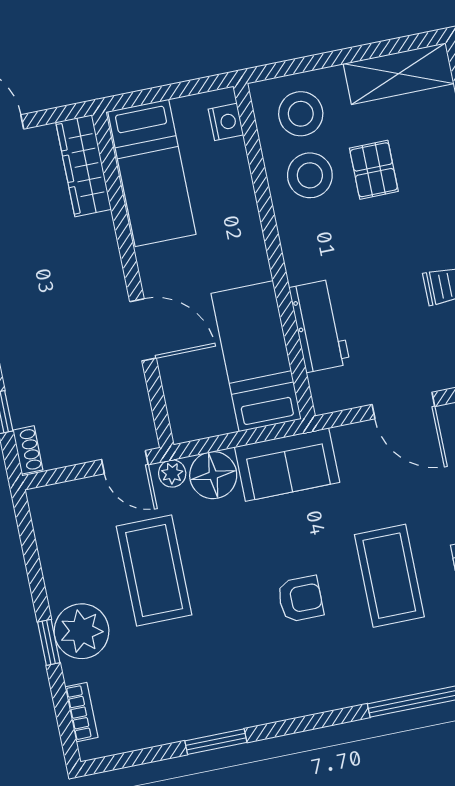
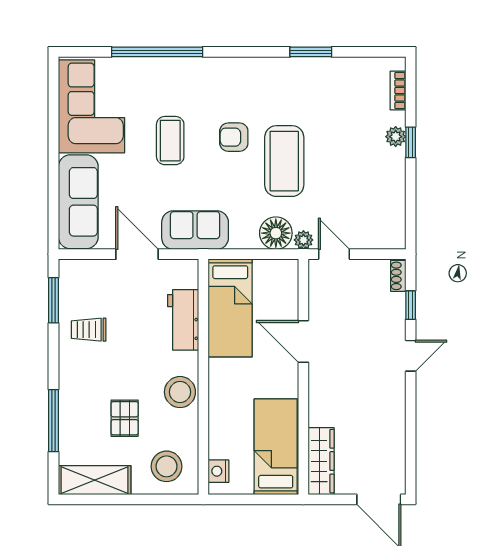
stool: (310, 175) -> (180, 392), moved
sofa: (287, 465) -> (195, 230), moved
coffee table: (154, 571) -> (284, 161), moved
coffee table: (389, 576) -> (170, 141), width x0.73, depth x0.76
plant: (82, 631) -> (396, 137), width x0.53, depth x0.53

